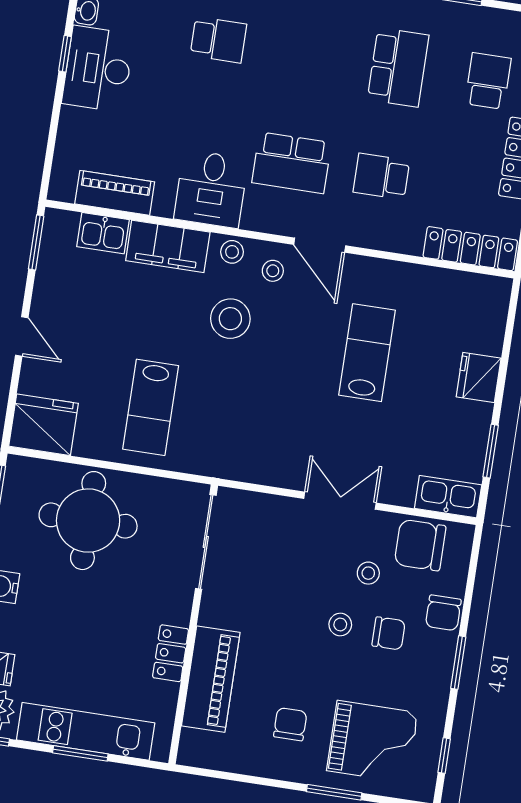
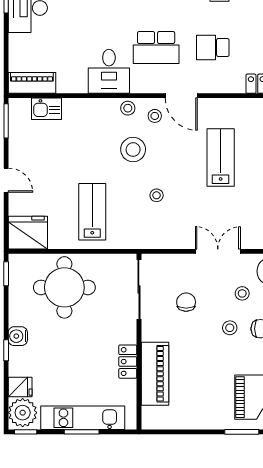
piano: (115, 193) -> (32, 83), moved
filing cabinet: (168, 246) -> (88, 111), removed
stool: (256, 397) -> (157, 195), added
lab bench: (151, 407) -> (92, 212), turned 180
chair: (290, 724) -> (186, 302), moved

